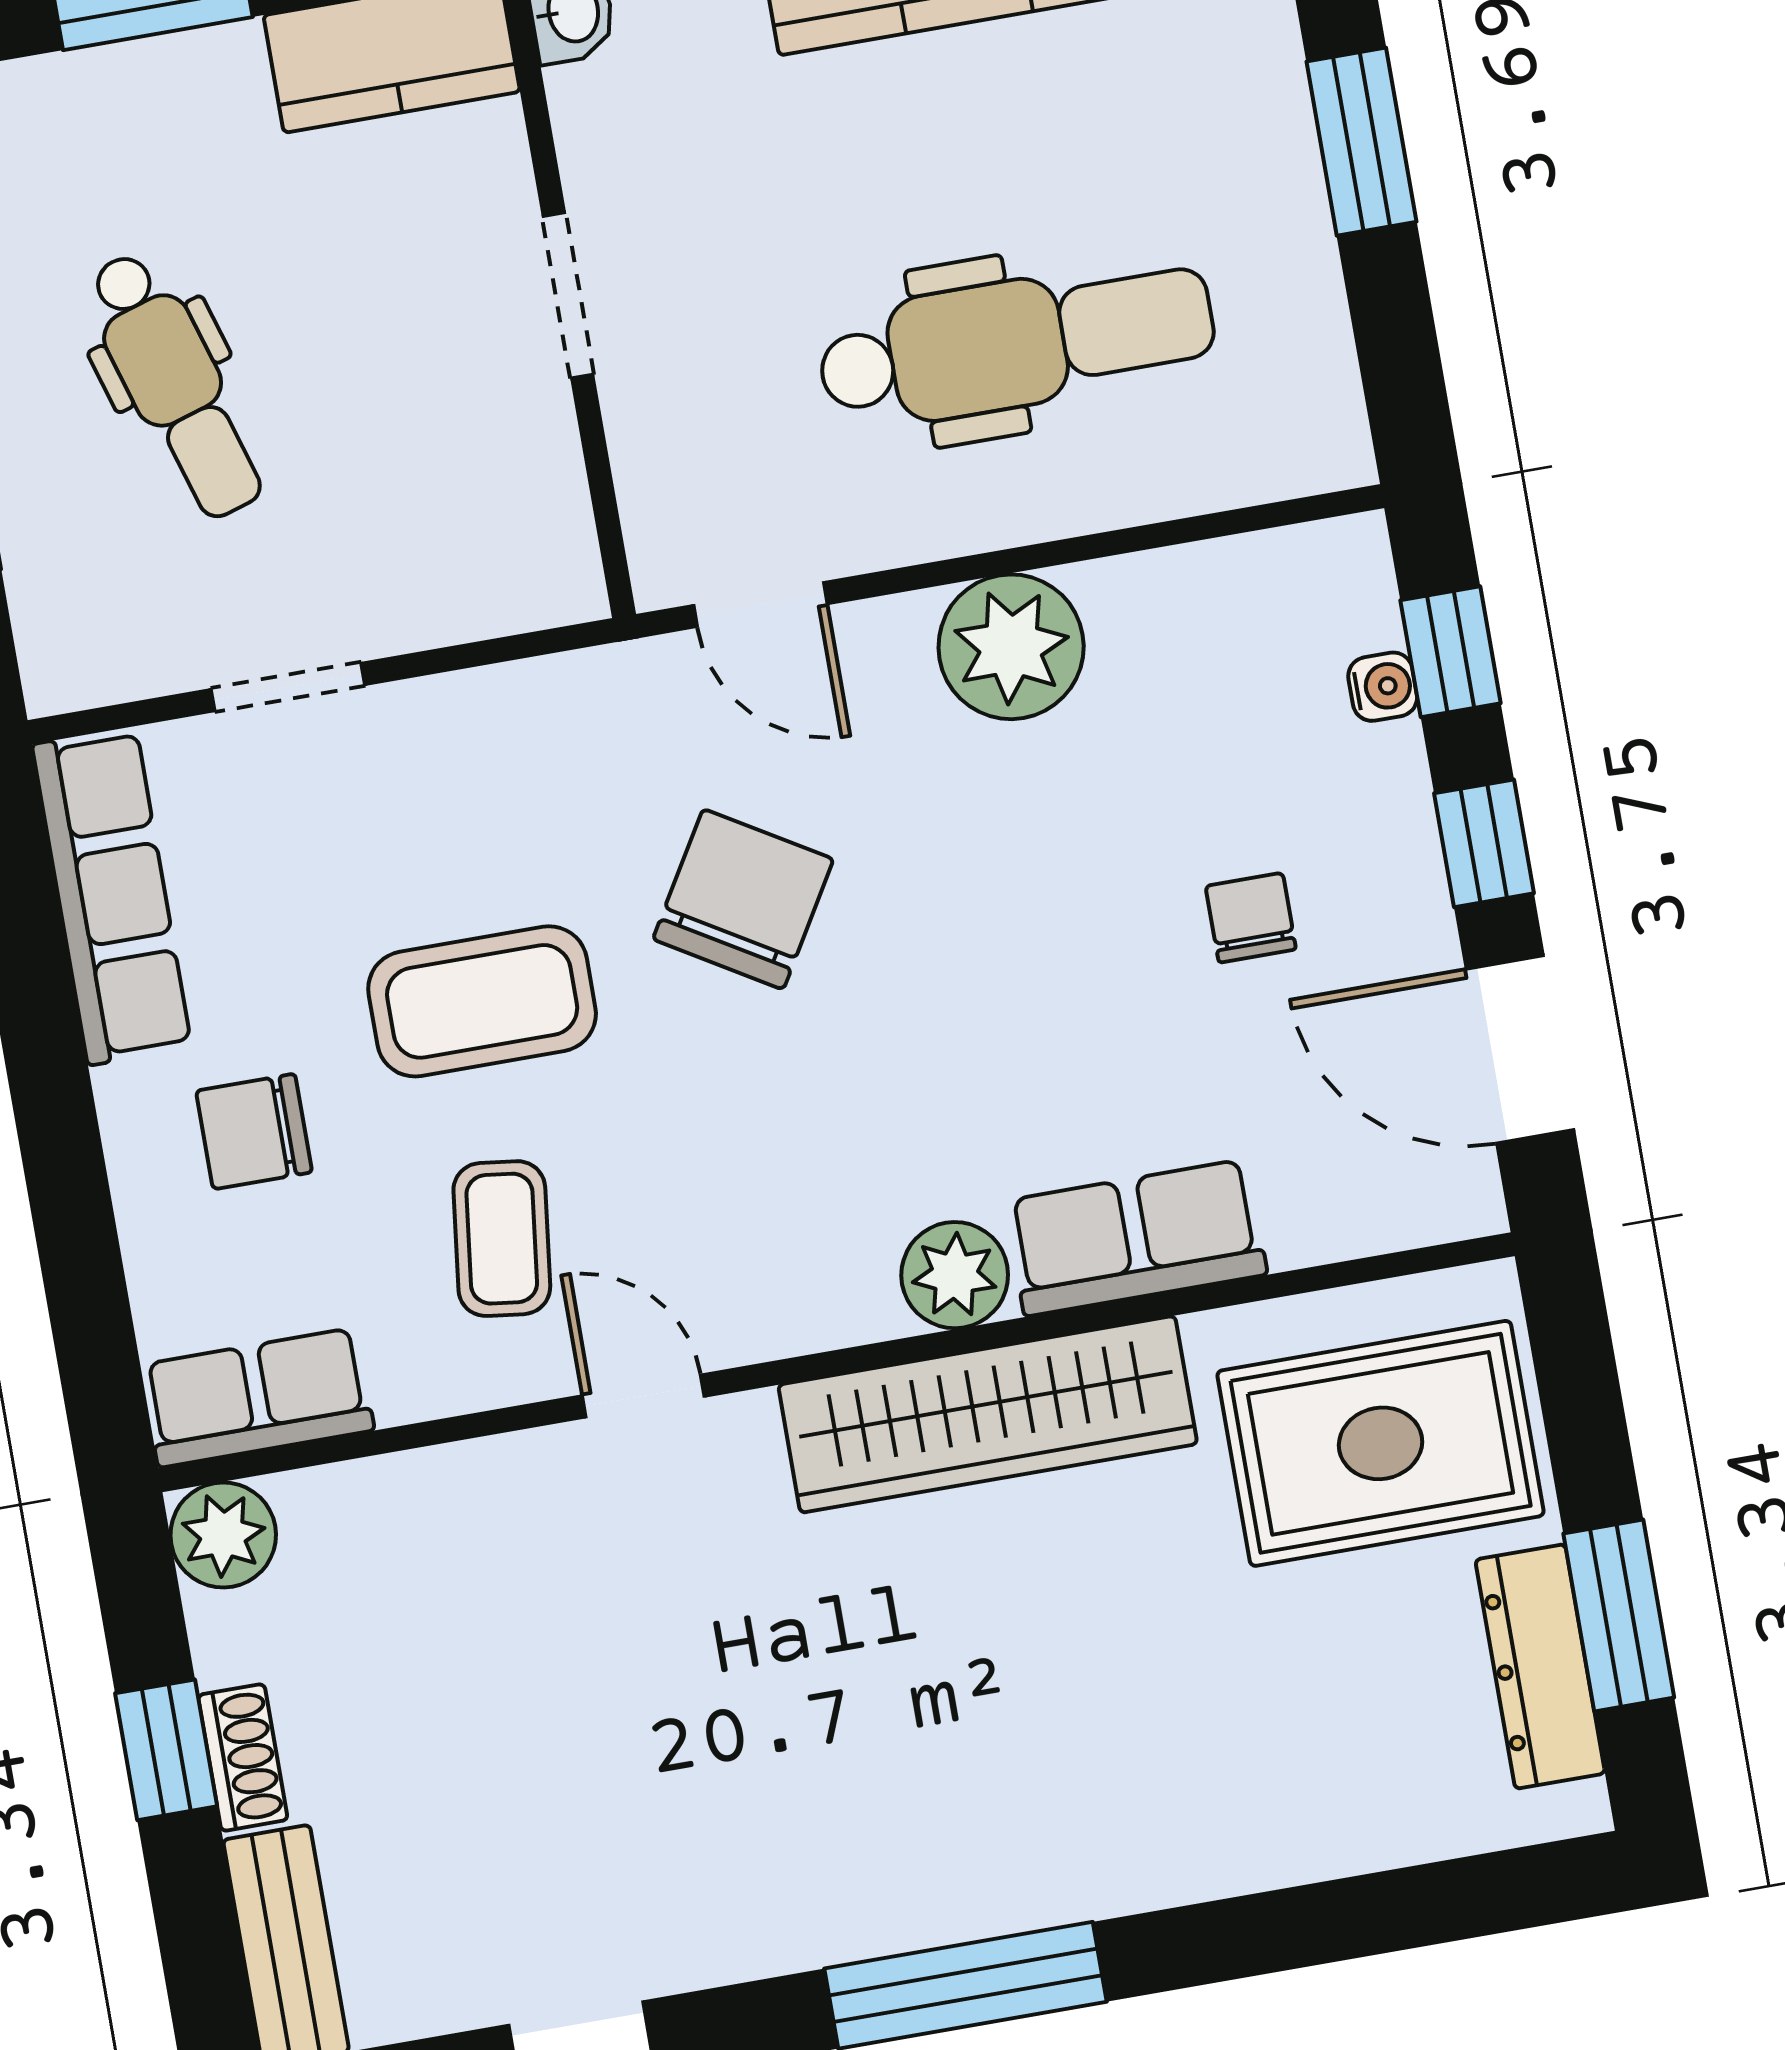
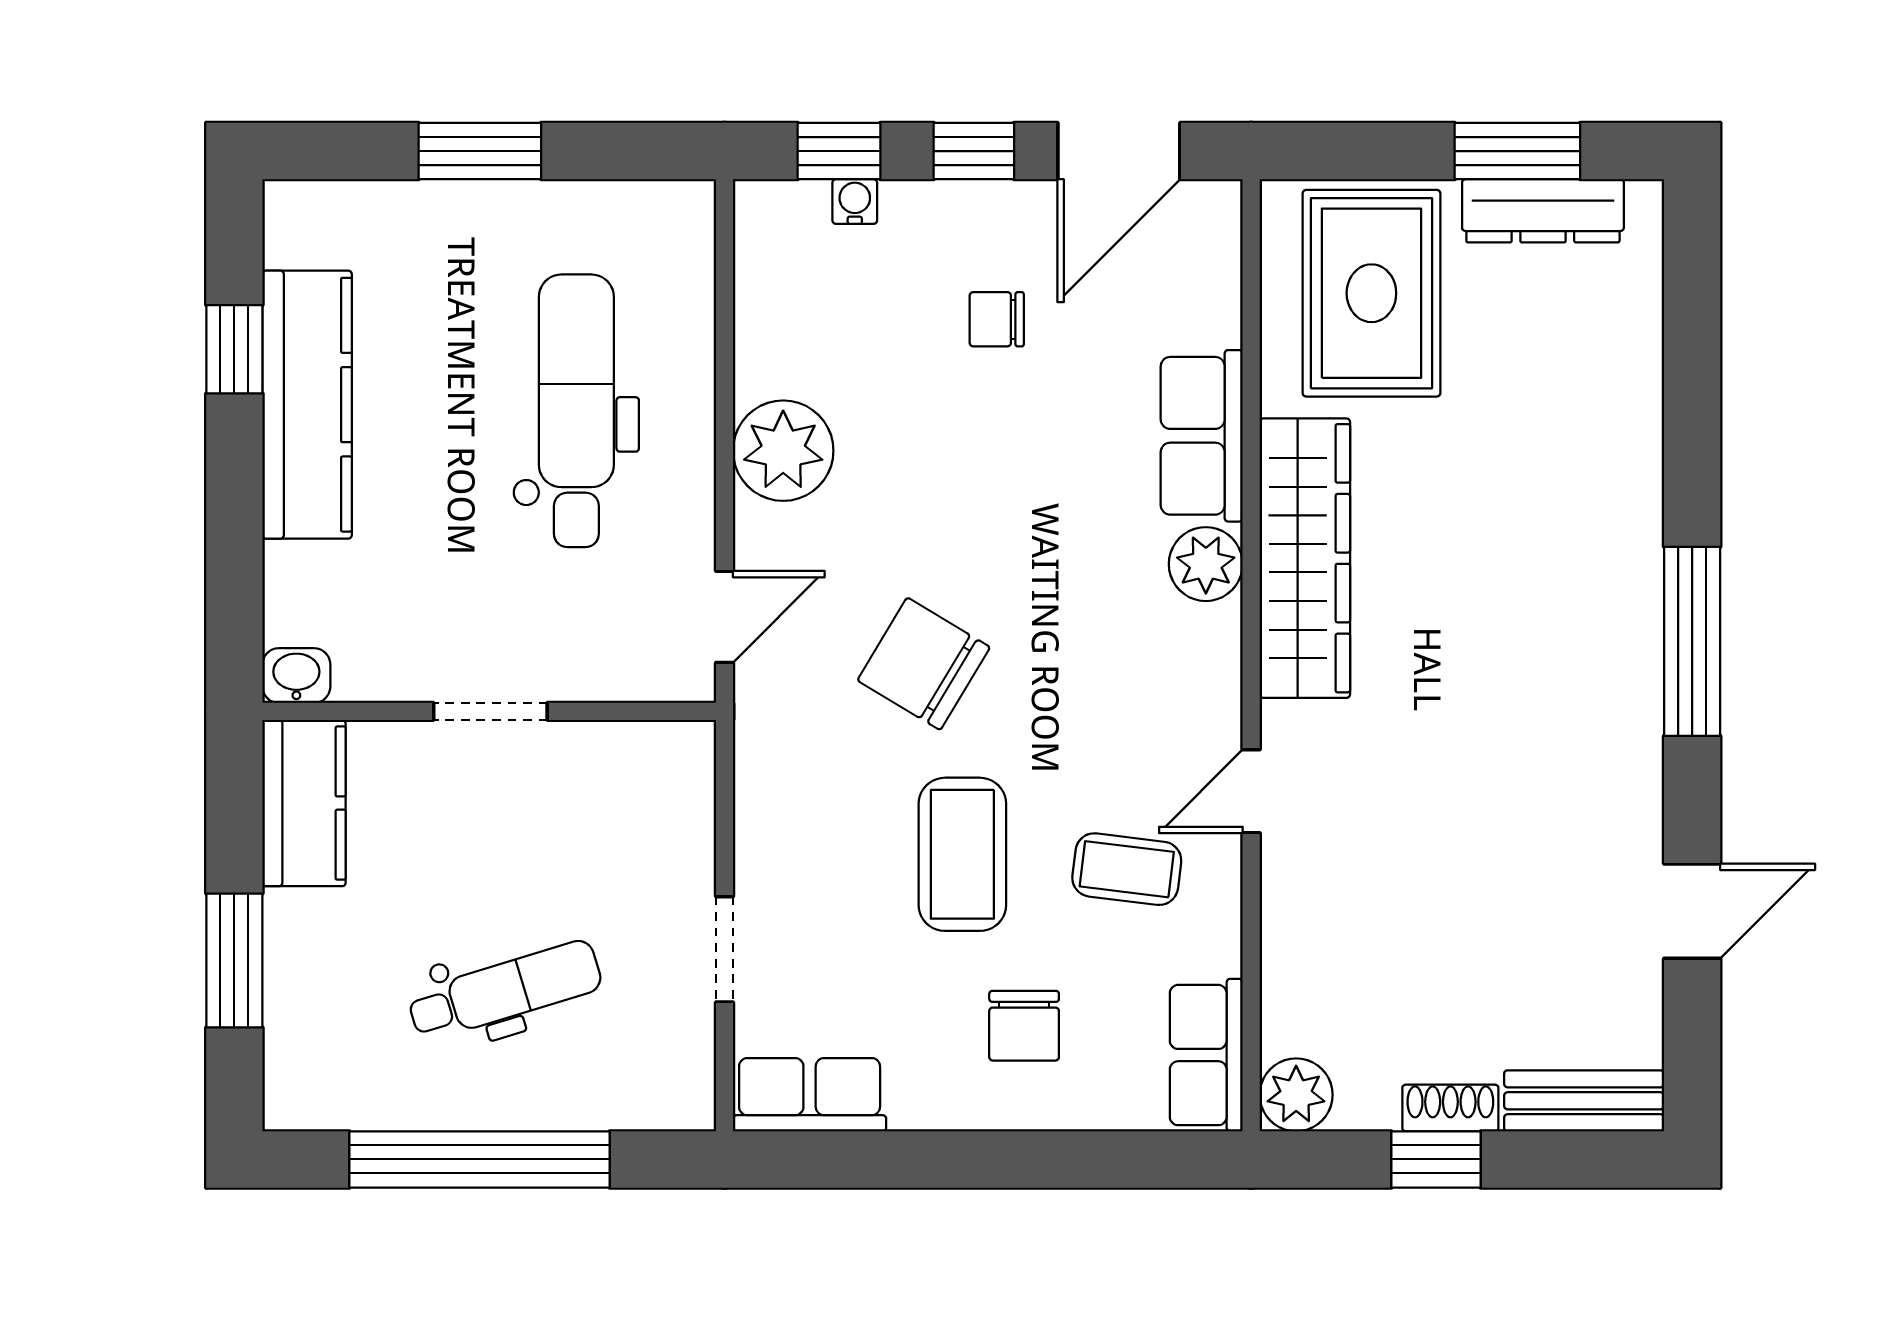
row of seats: (112, 896) -> (810, 1095), width x0.68

